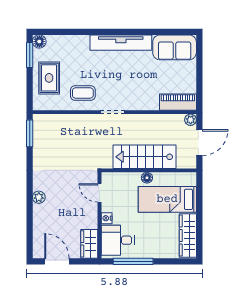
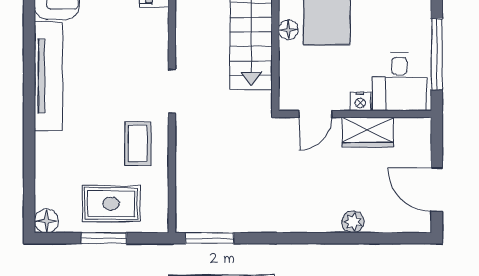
window: (30, 55) -> (104, 238), moved
plant: (39, 197) -> (353, 222), moved
wardrobe: (89, 244) -> (368, 132), moved
door: (57, 261) -> (437, 190), hinge flipped

